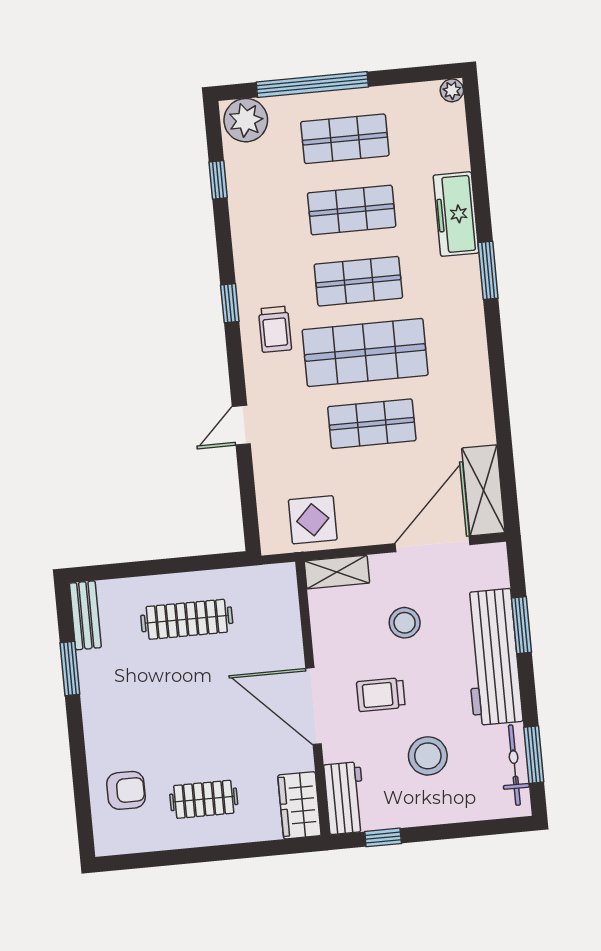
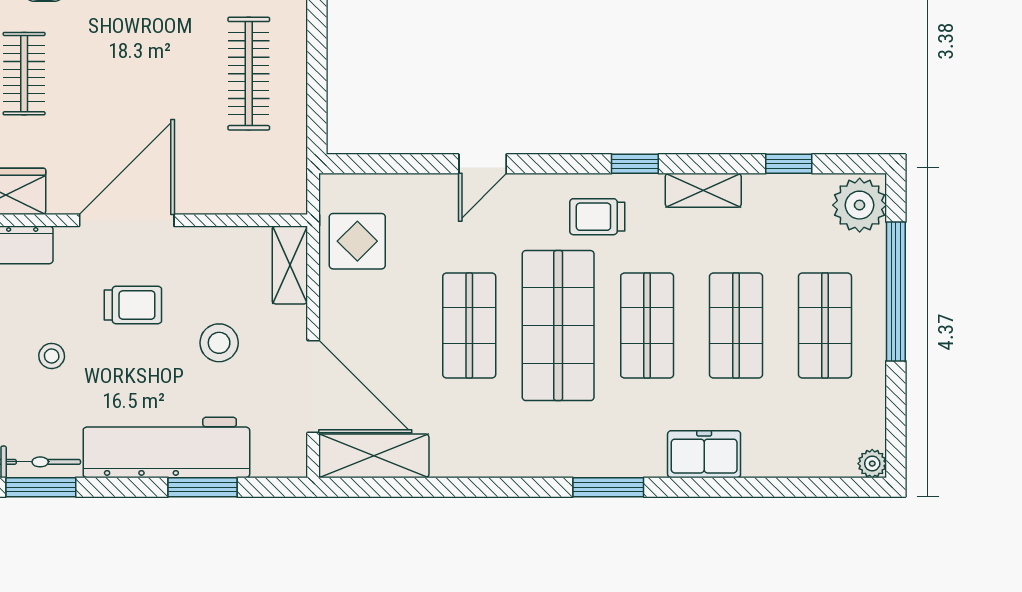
freezer: (456, 214) -> (704, 454), width x0.71
shelving: (246, 246) -> (703, 190), added
window: (488, 270) -> (608, 487), moved
door: (241, 425) -> (483, 164), swing flipped
trolley: (381, 695) -> (133, 305), turned 90
stool: (428, 756) -> (52, 356), width x0.53, depth x0.53

